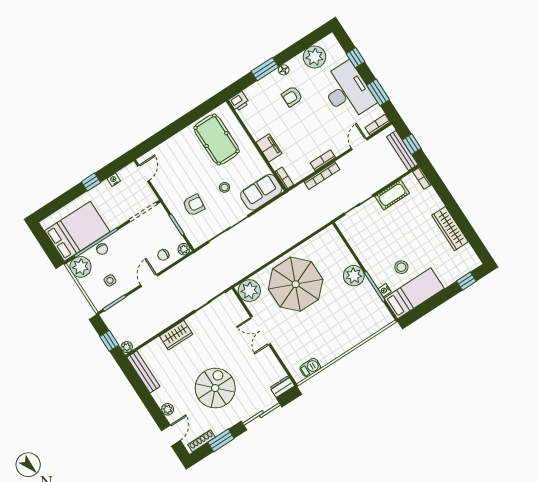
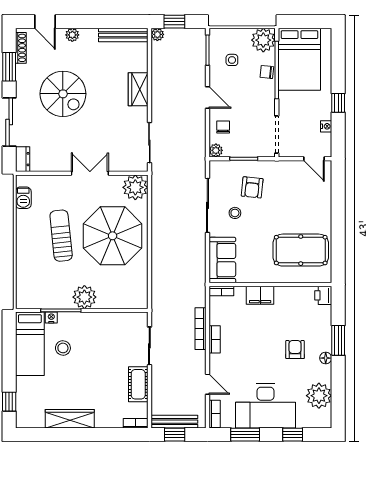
stool: (224, 187) -> (235, 213), moved
sun lounger: (320, 322) -> (61, 236), added

